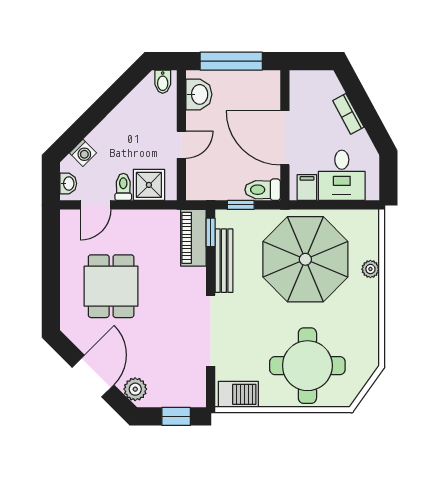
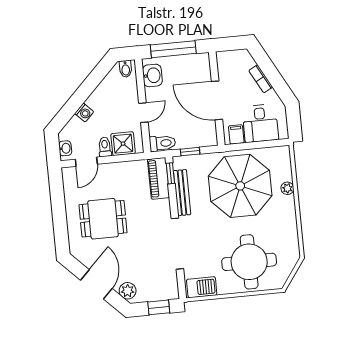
washing machine: (83, 153) -> (84, 113), moved
toilet: (263, 190) -> (162, 143), moved, turned 180
dining table: (111, 286) -> (103, 219), turned 90

